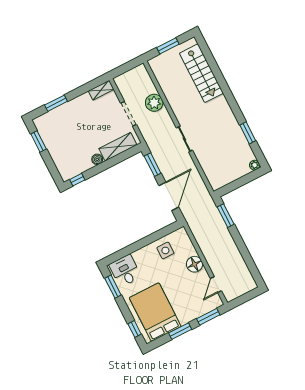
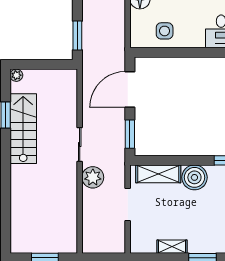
stairs: (201, 73) -> (23, 129), moved
shelving: (101, 90) -> (172, 247), moved
plant: (154, 103) -> (93, 177), moved
boiler: (97, 159) -> (194, 177), width x1.86, depth x1.86

